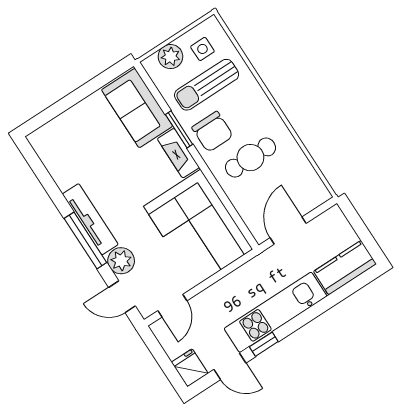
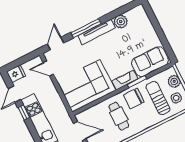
plant: (121, 261) -> (121, 22), moved

